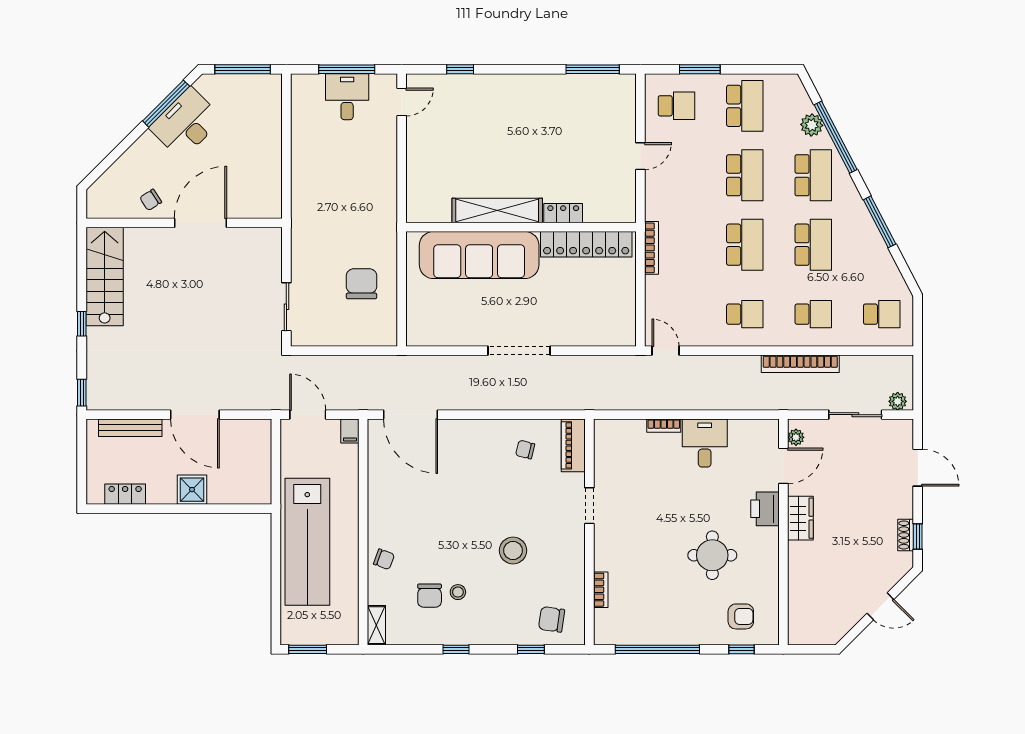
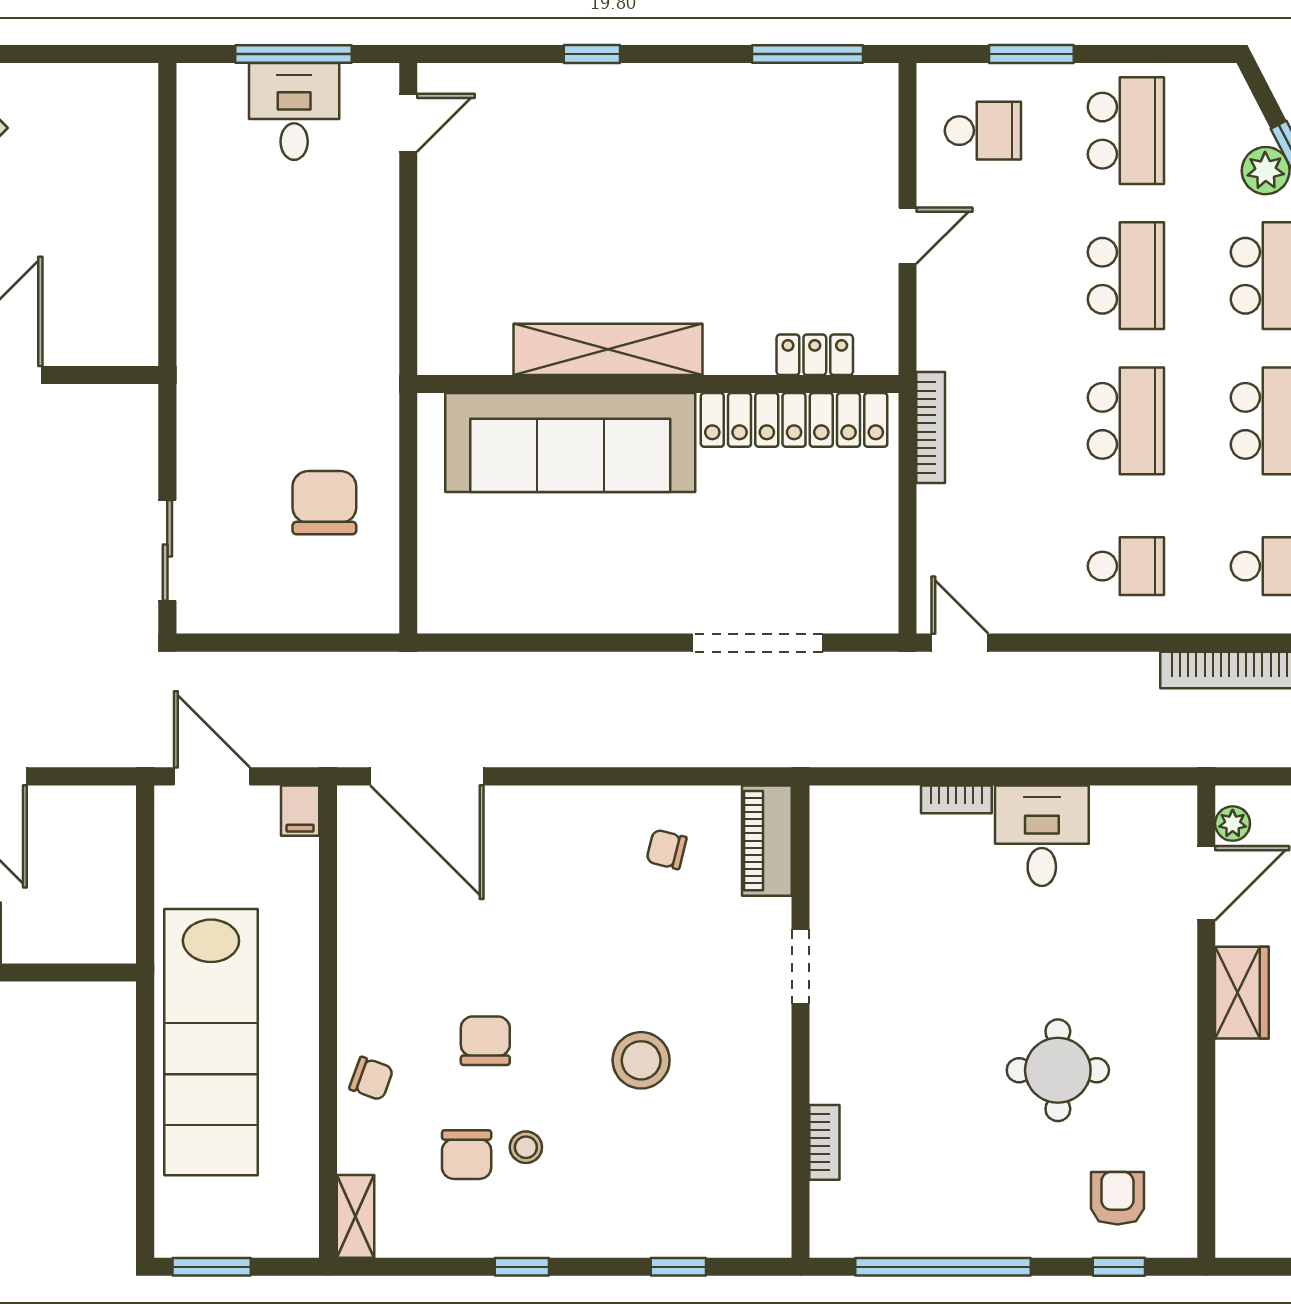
window: (243, 69) -> (76, 54), removed
window: (460, 69) -> (592, 54), moved
locker: (563, 213) -> (815, 355), moved
doorway: (519, 351) -> (757, 643), moved
printer: (765, 509) -> (1168, 973), removed
armchair: (741, 616) -> (1117, 1198), turned -90
chair: (552, 619) -> (485, 1041), moved, turned 82

